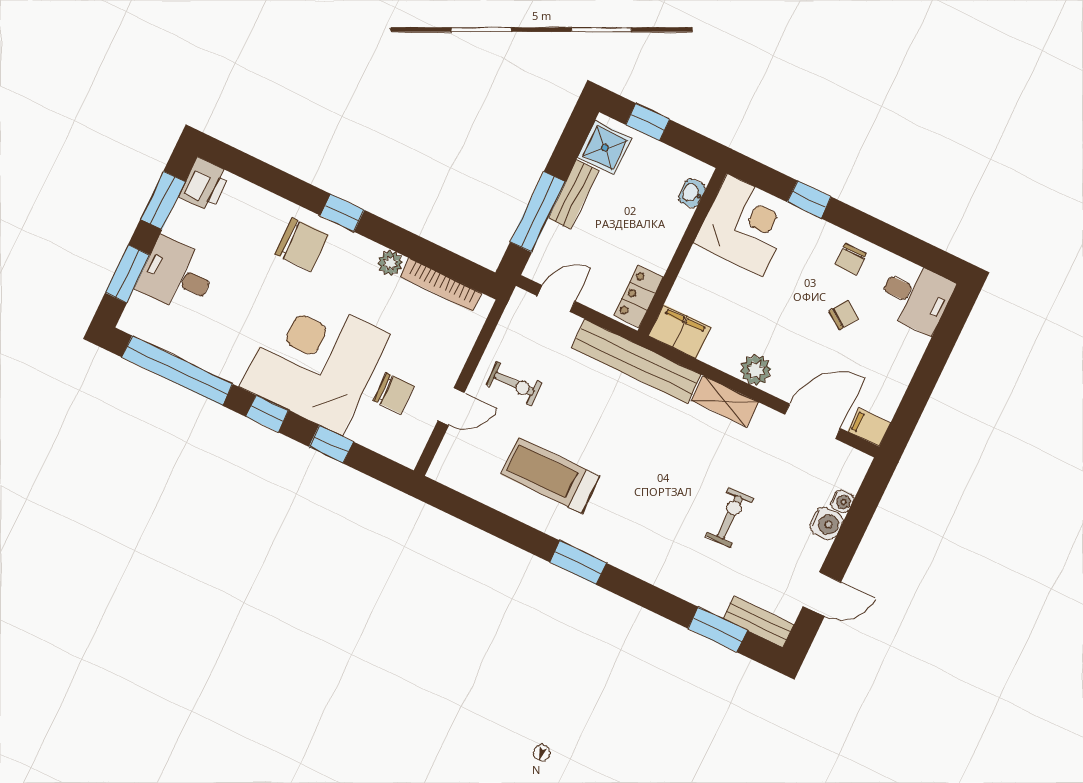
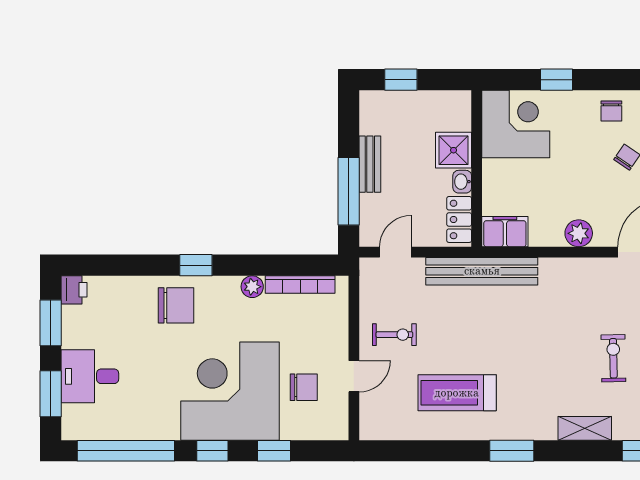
shower: (605, 148) -> (454, 150), moved
printer: (204, 185) -> (74, 290), width x0.73, depth x0.81
washbasin: (692, 193) -> (462, 182), moved
shelving: (725, 401) -> (585, 428), moved

